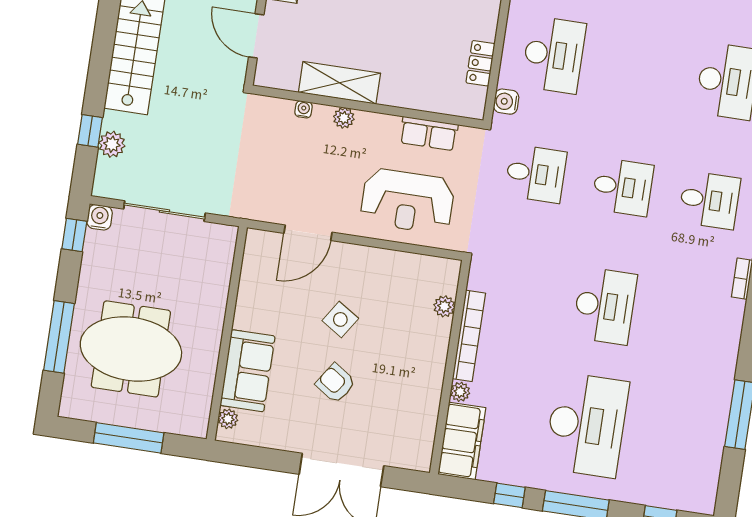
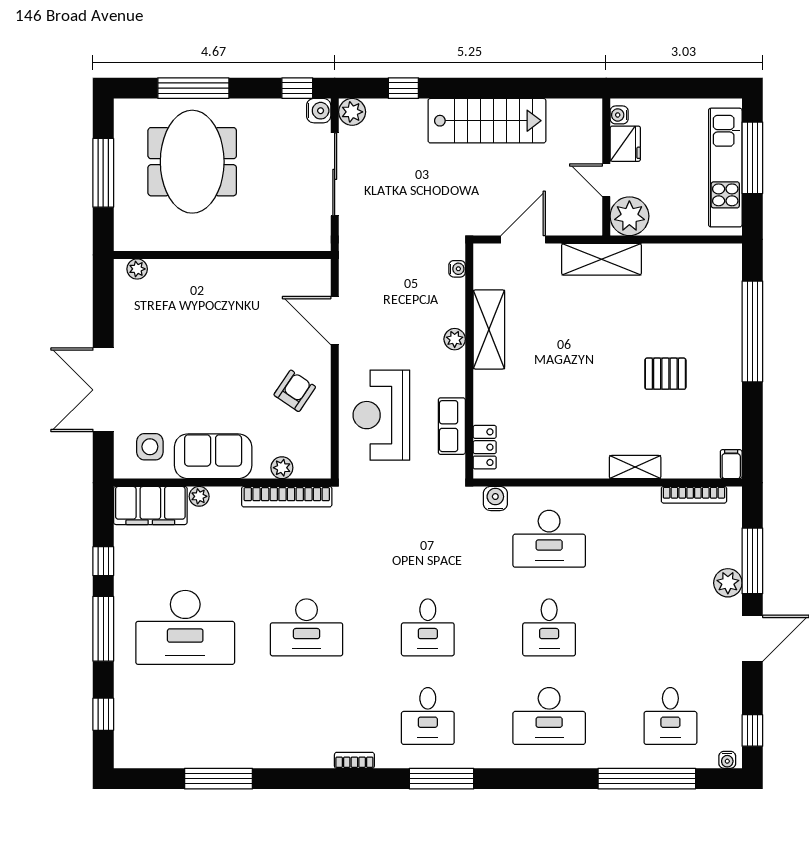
locker: (480, 63) -> (485, 447), moved, turned 90
water cooler: (304, 109) -> (457, 269), moved
plant: (112, 144) -> (352, 112), moved
desk: (536, 174) -> (549, 627), moved
side table: (340, 319) -> (150, 447), moved, turned -33
bookcase: (469, 336) -> (287, 497), moved
sofa: (247, 371) -> (213, 456), moved, turned 180
armchair: (336, 383) -> (295, 391), moved

